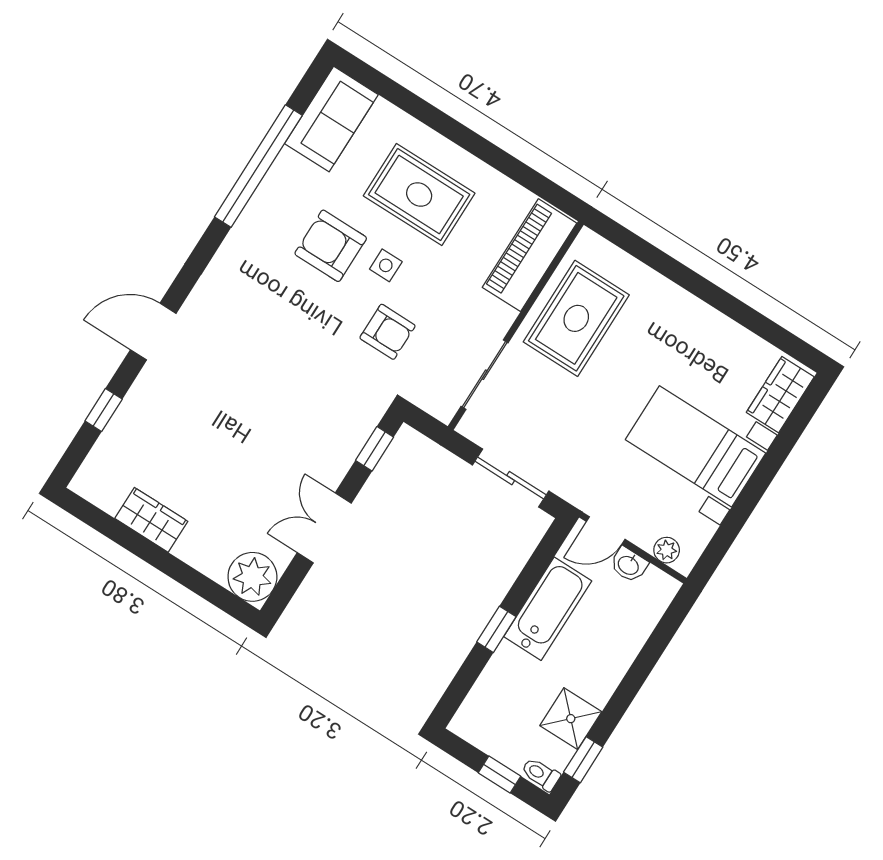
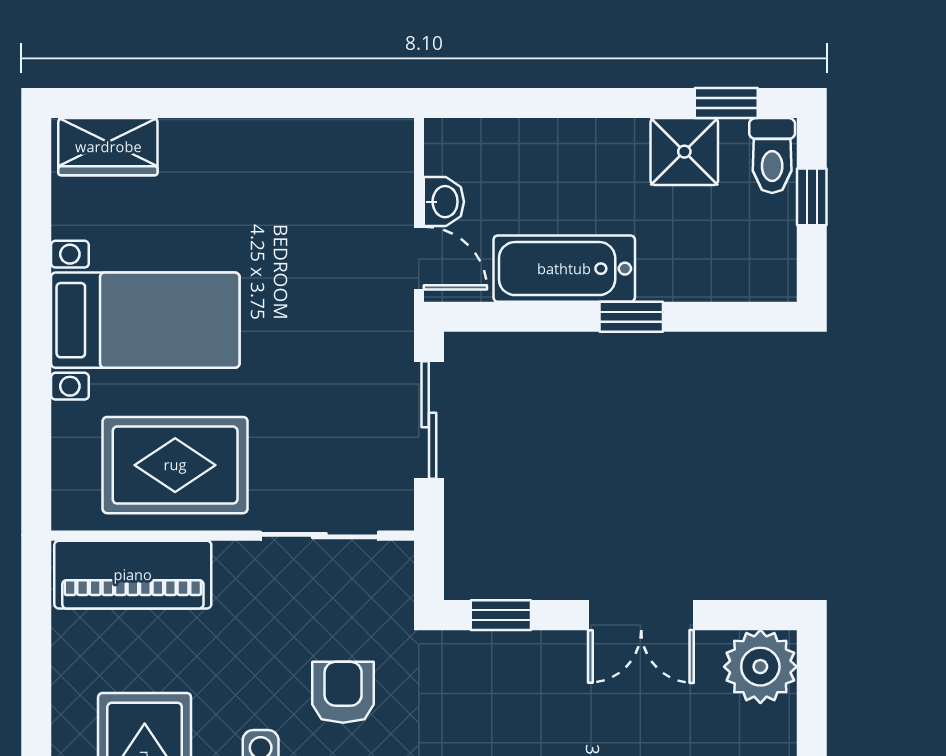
bed with nightstands: (696, 446) -> (145, 320), moved, turned -90
plant: (667, 550) -> (395, 166), removed
toilet: (541, 774) -> (772, 156), width x1.37, depth x1.39

